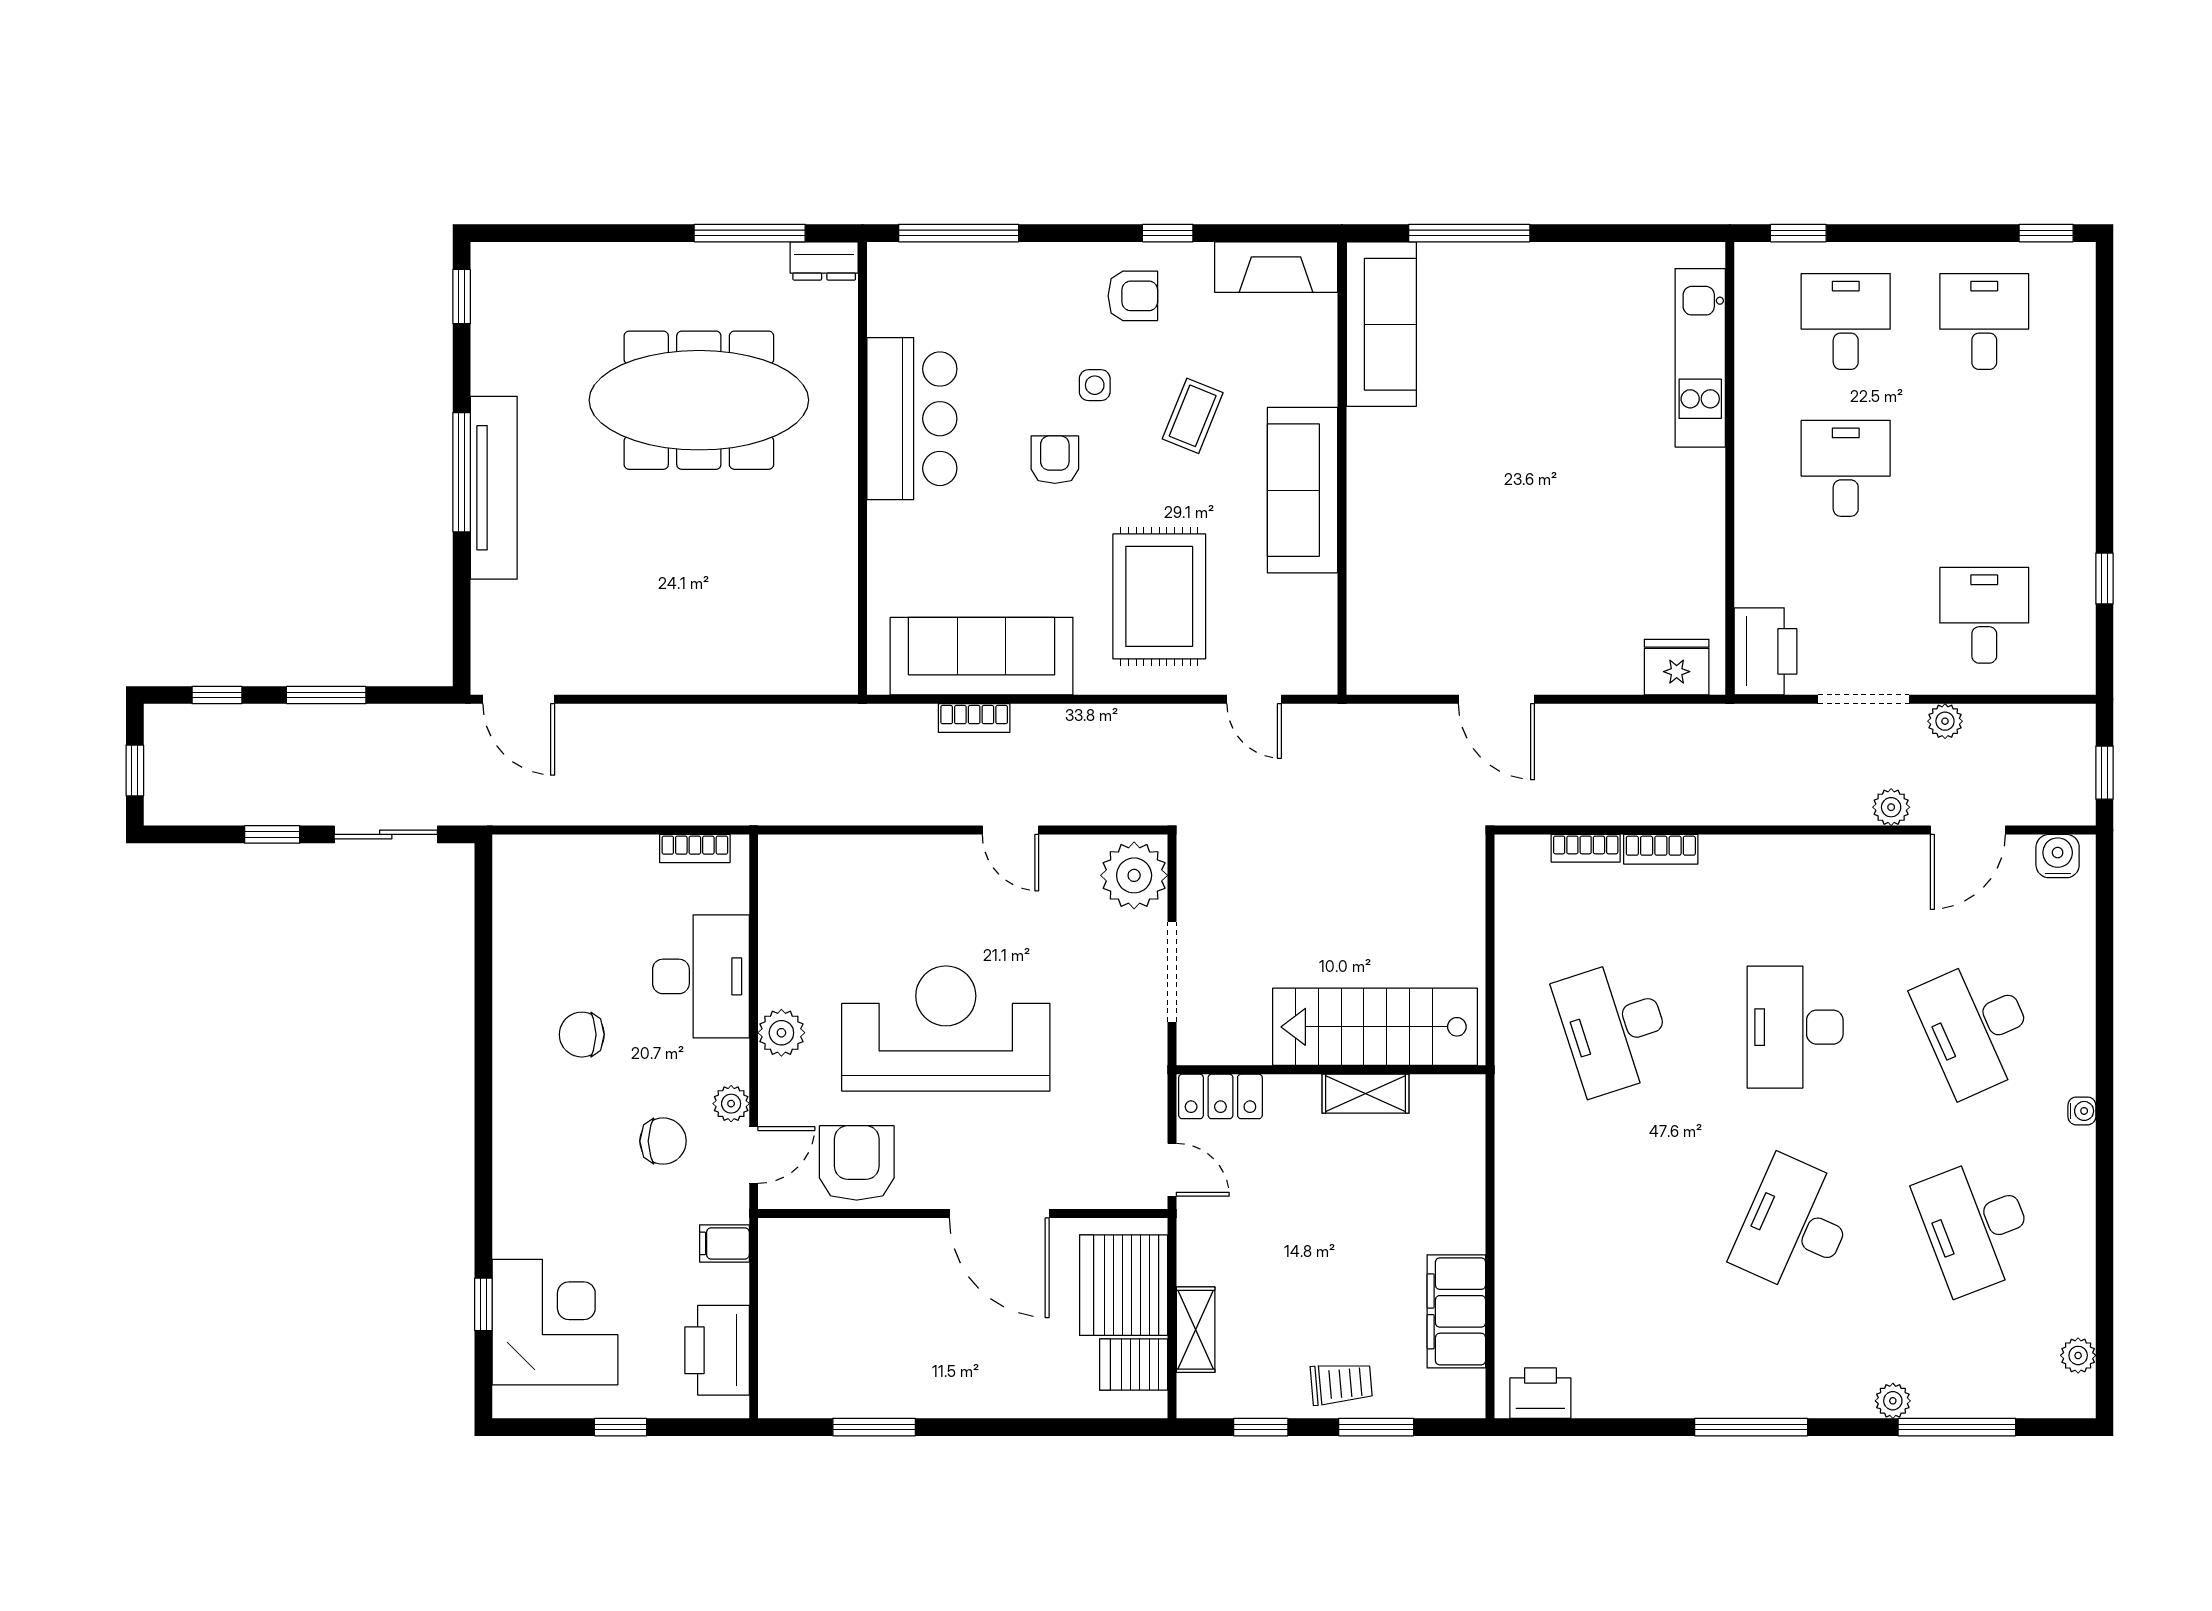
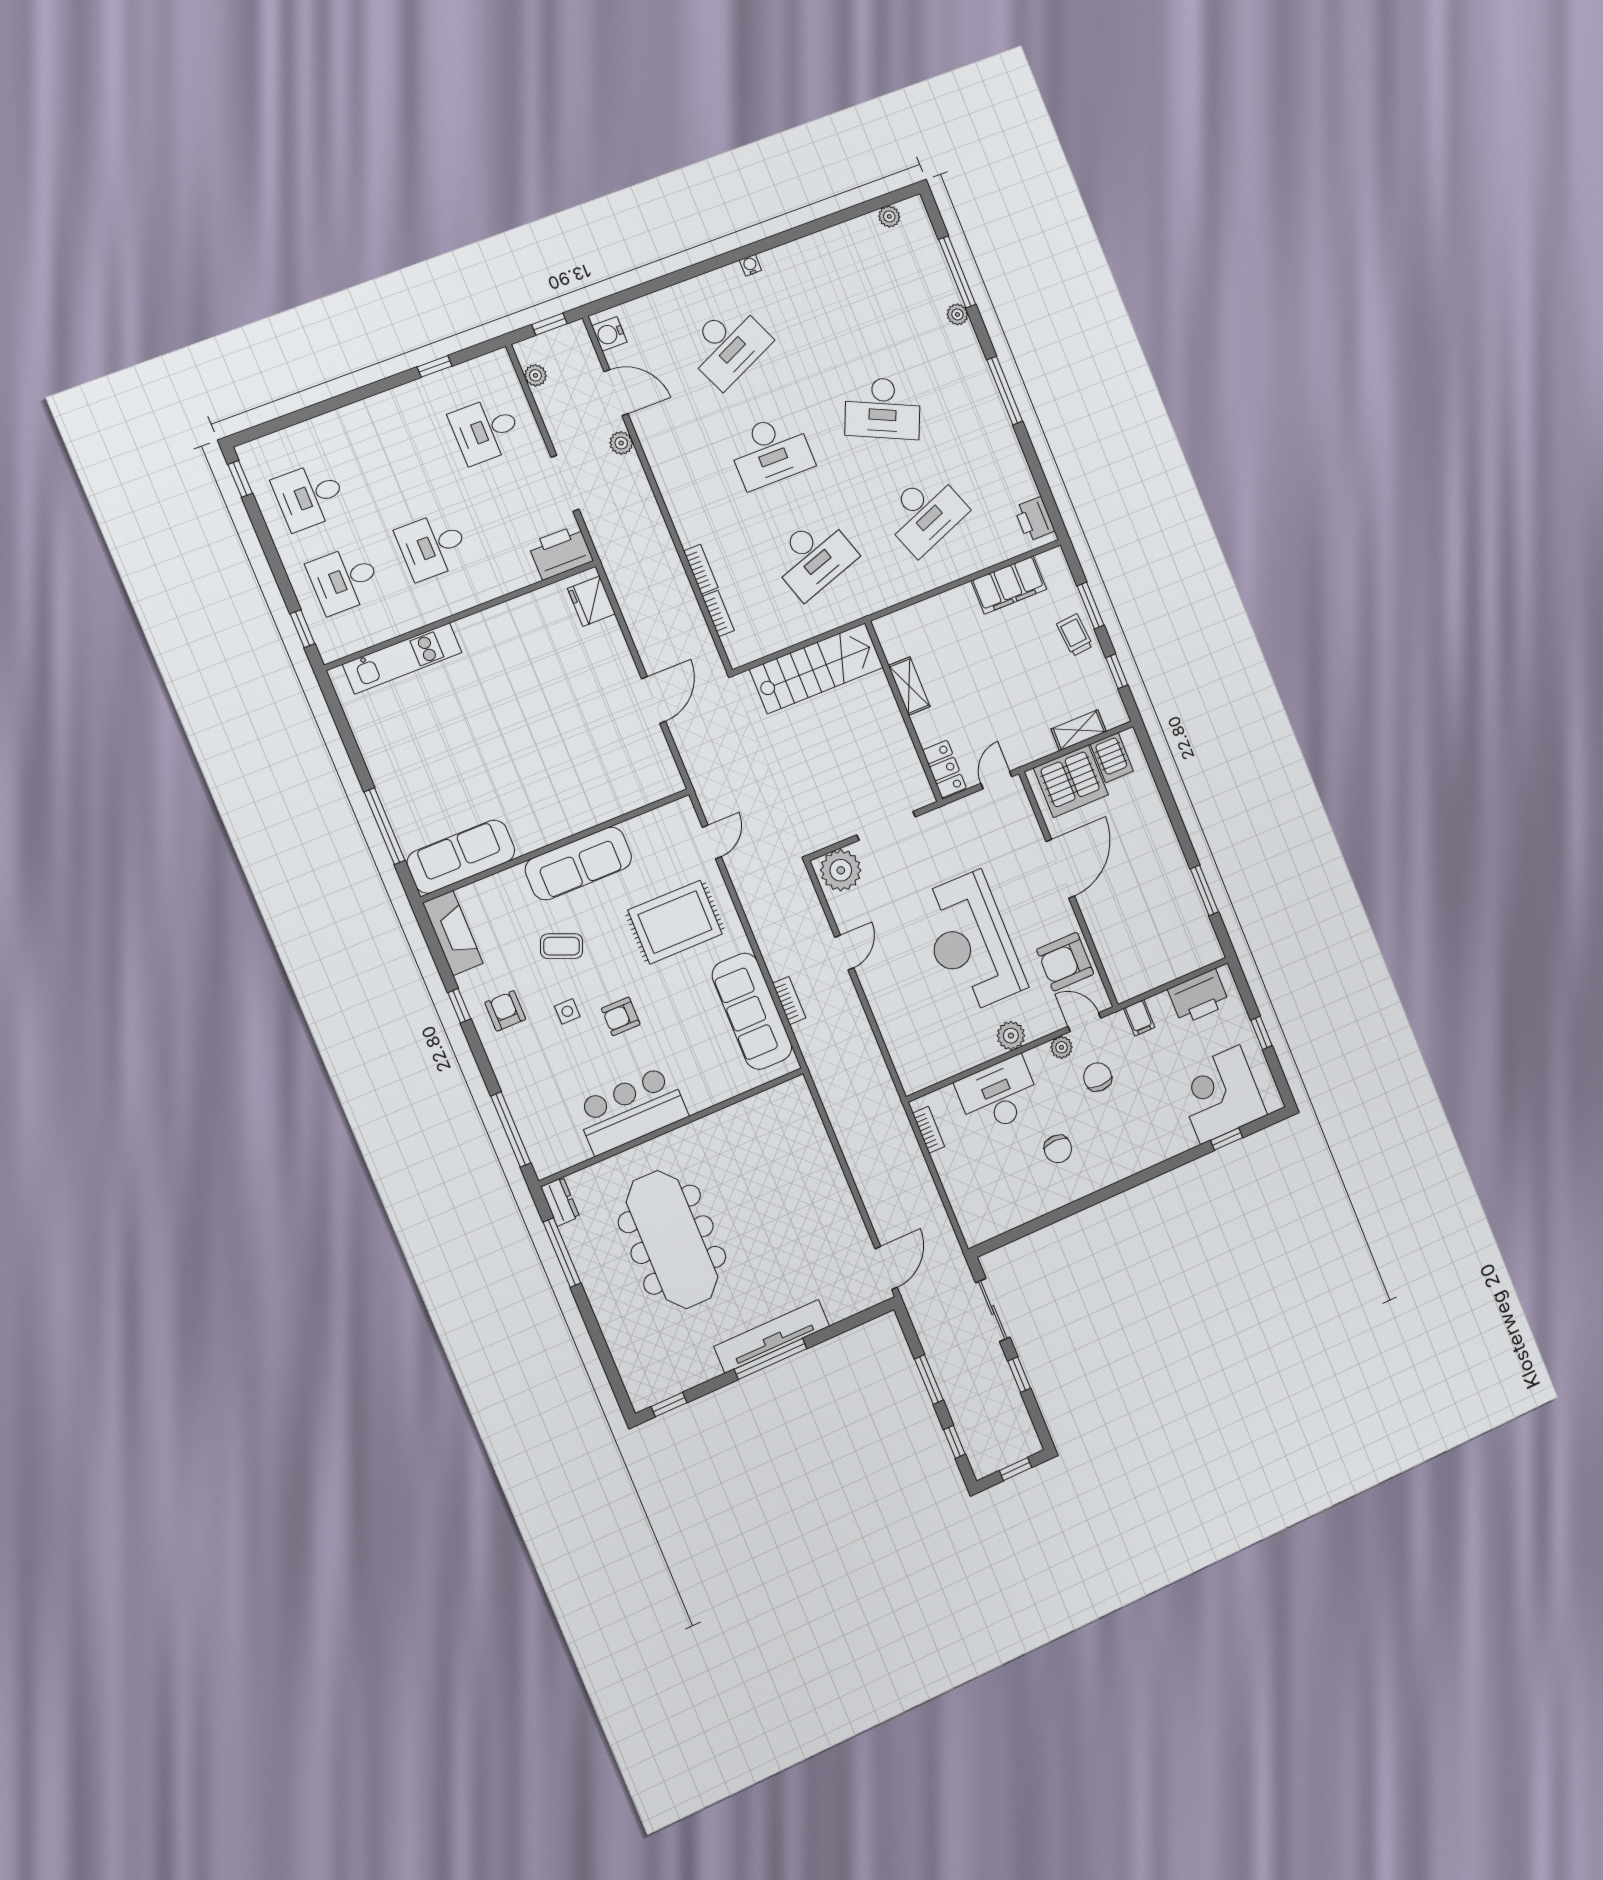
plant: (1945, 721) -> (535, 375), moved
stairs: (1375, 1027) -> (816, 668), moved, turned -90
desk: (1976, 1226) -> (925, 513), moved

